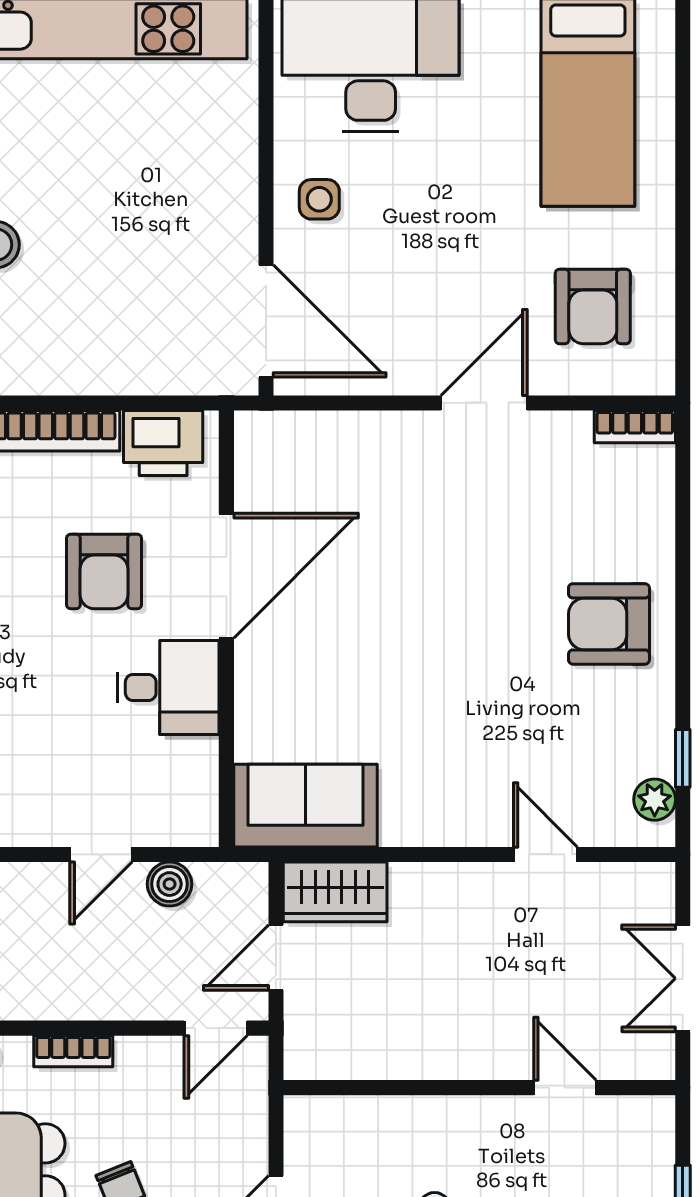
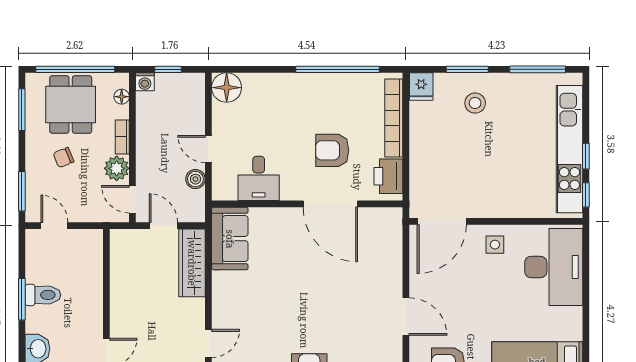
desk: (168, 687) -> (259, 178), moved
wardrobe: (335, 892) -> (192, 263), width x1.50
plant: (145, 1064) -> (117, 168), added

